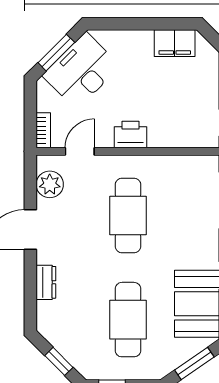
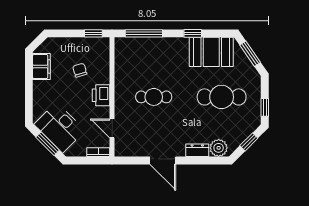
chair: (169, 102) -> (80, 70), added
plant: (50, 184) -> (219, 148), moved
cafe table: (128, 215) -> (154, 97), width x0.73, depth x0.74

